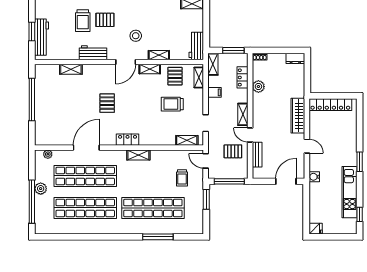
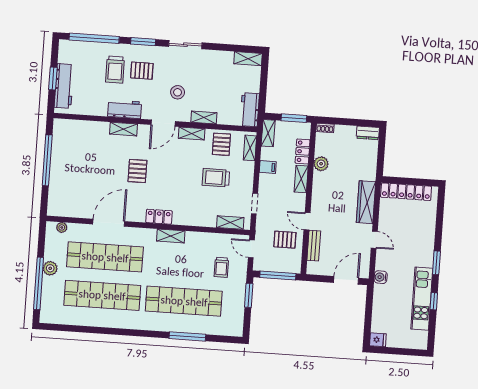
shelving: (71, 69) -> (123, 129), moved
shelving: (243, 114) -> (301, 179), moved
window: (360, 214) -> (434, 301), moved

